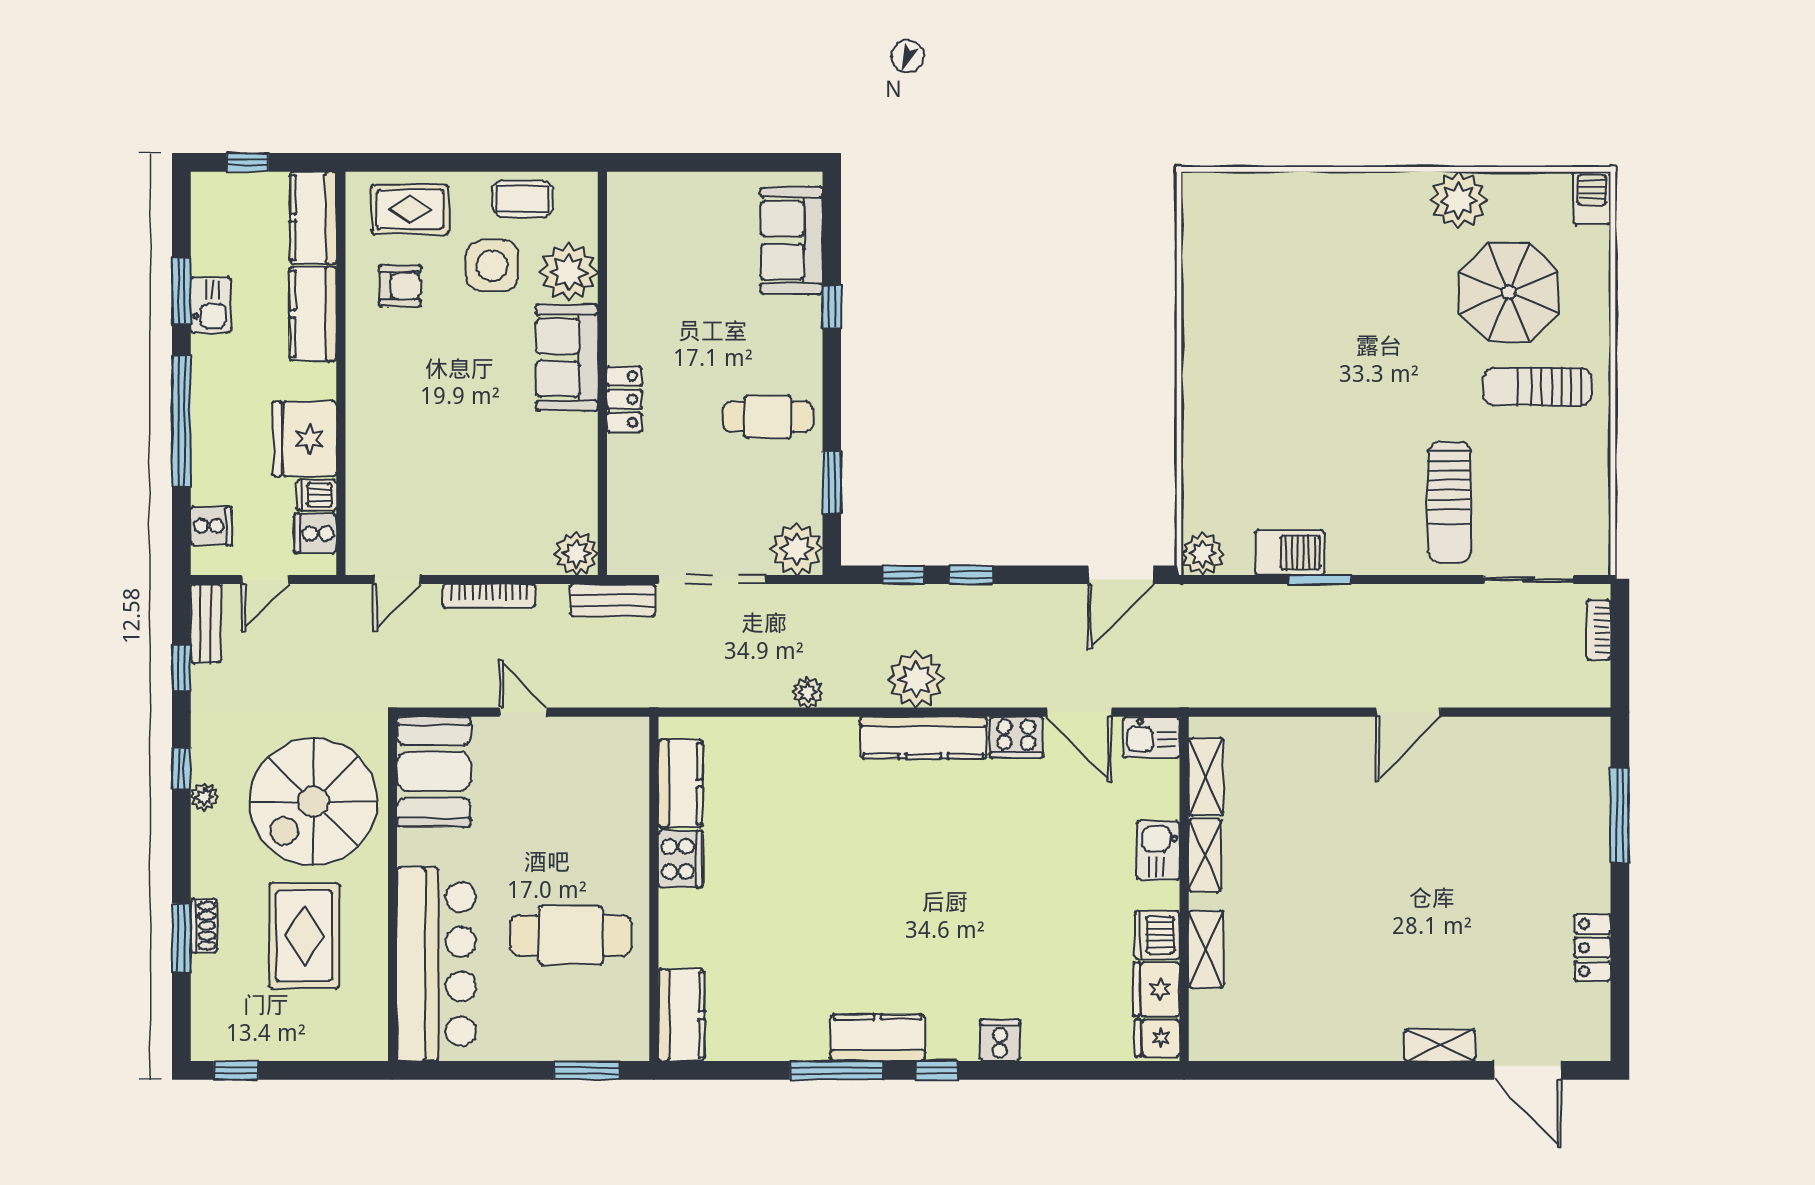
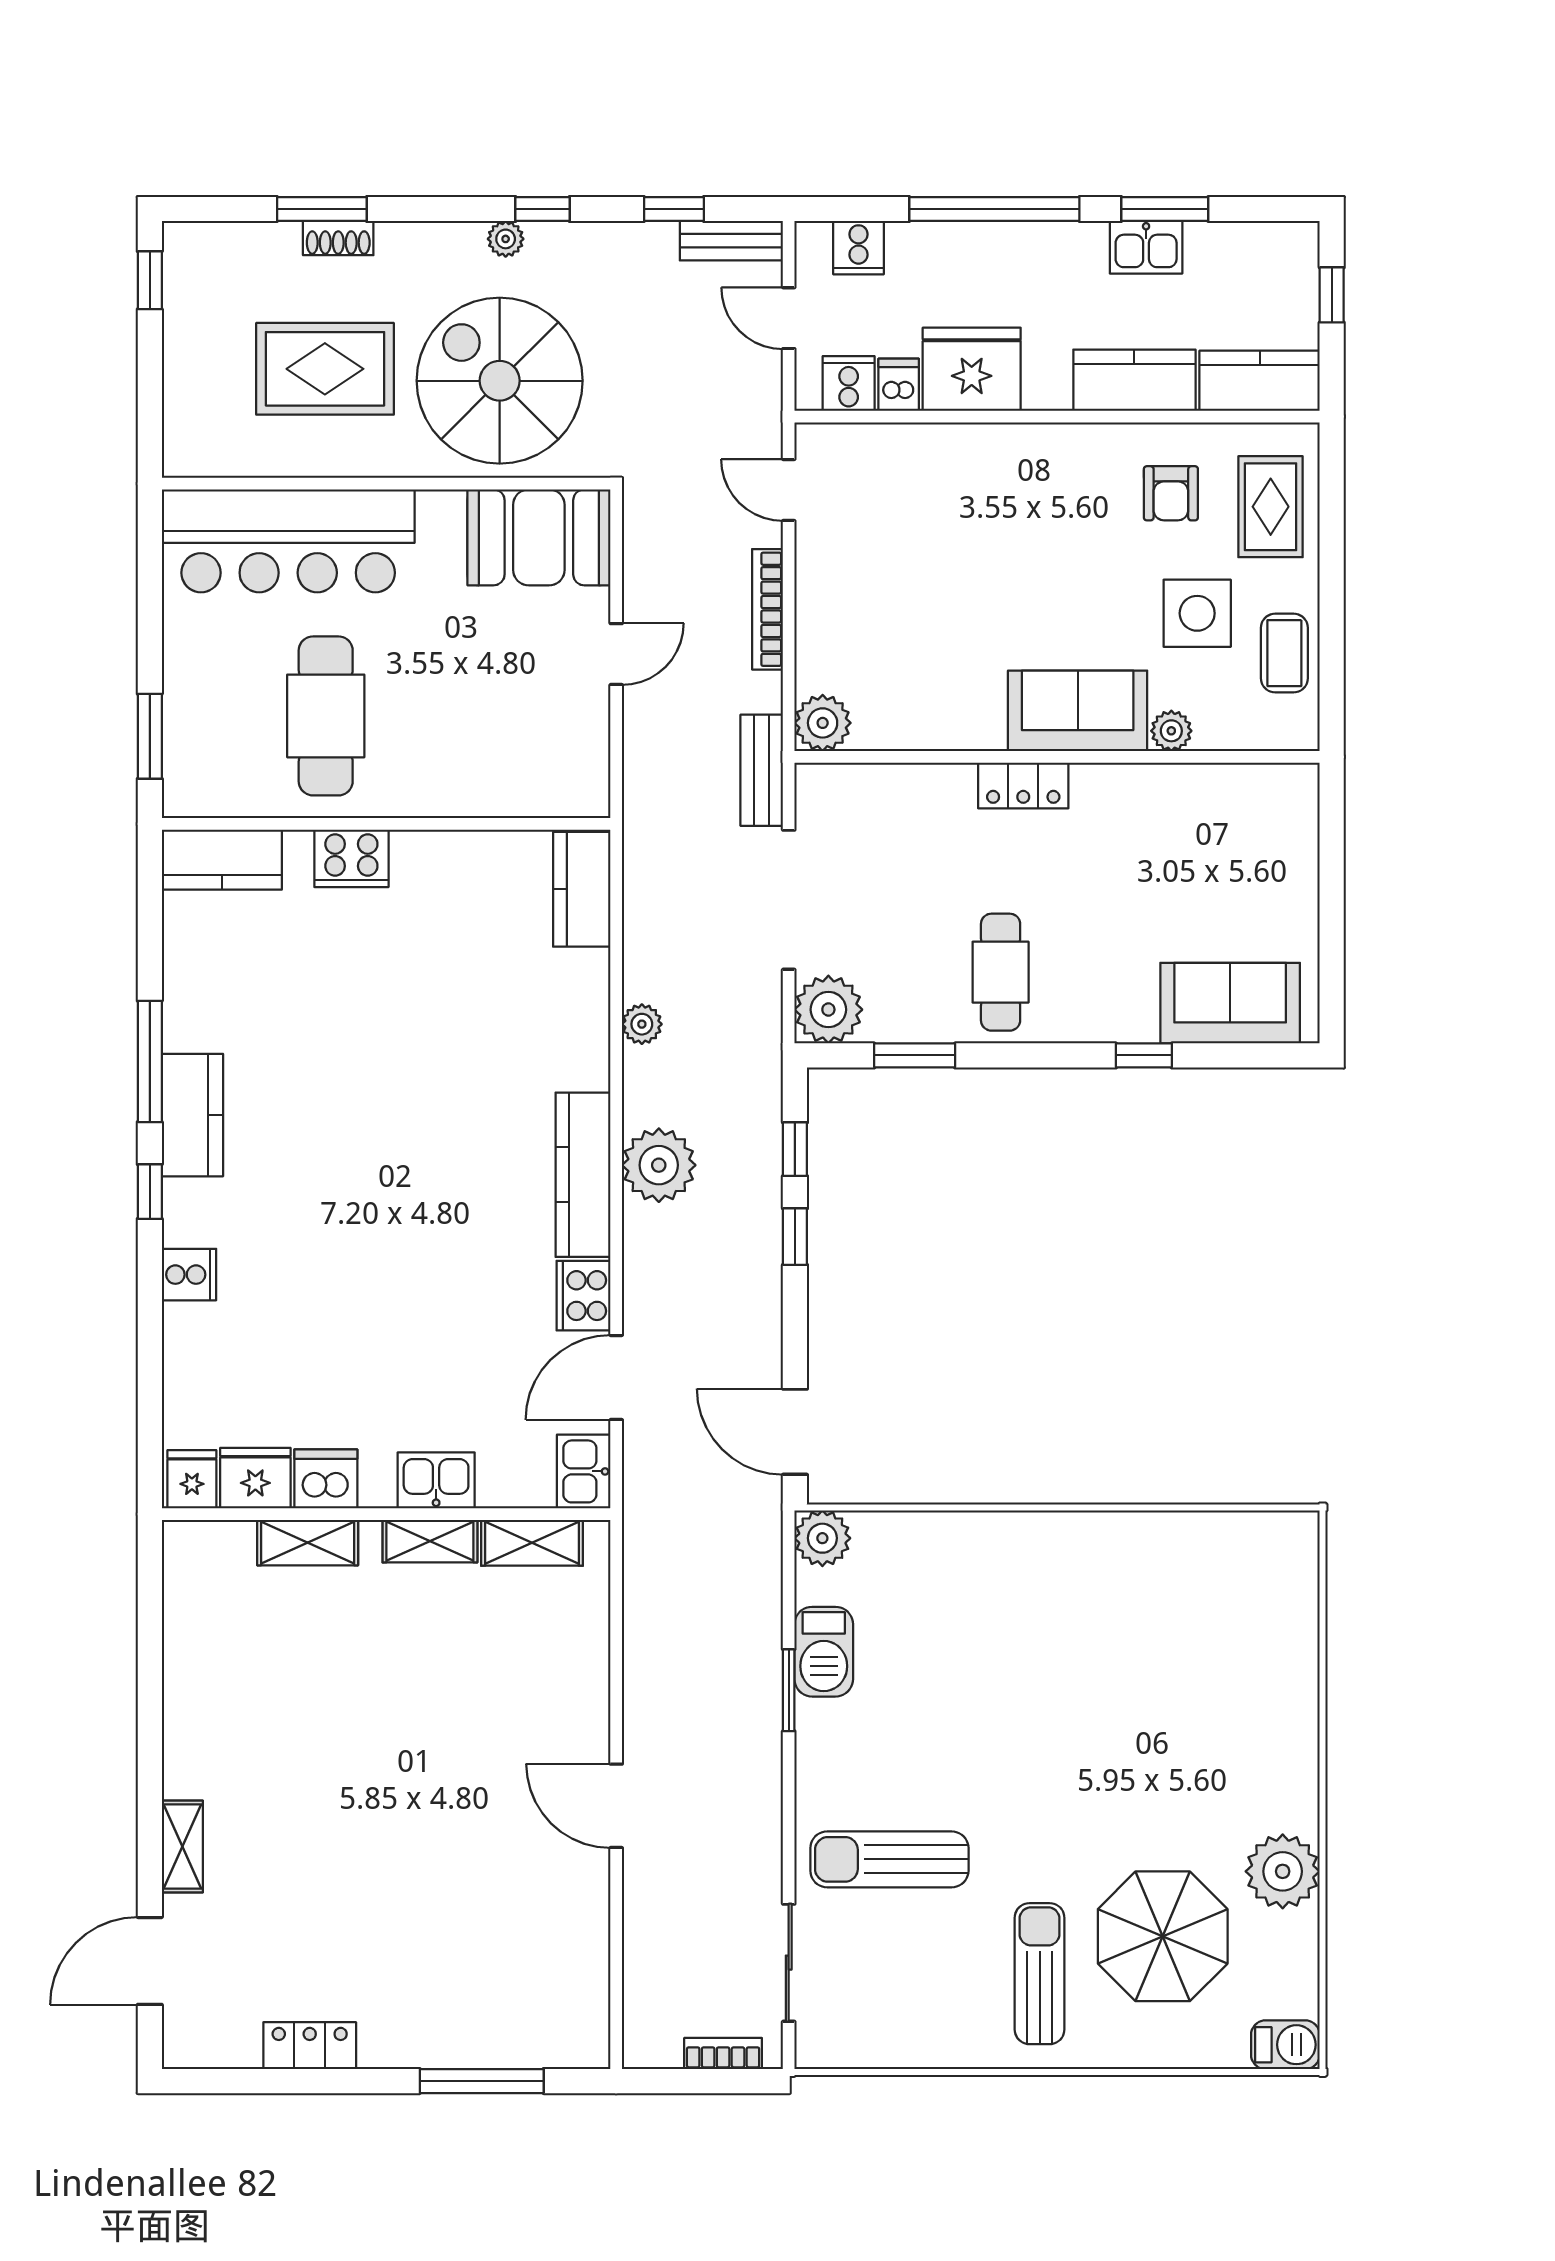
plant: (569, 272) -> (1171, 731), width x0.53, depth x0.53
kitchen counter: (680, 783) -> (582, 889), moved, turned 90
cooker: (680, 859) -> (351, 858), moved

